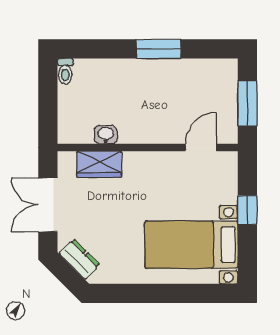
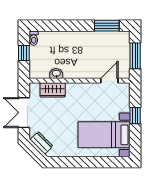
window: (158, 49) -> (107, 26), moved
window: (48, 98) -> (24, 53), added

